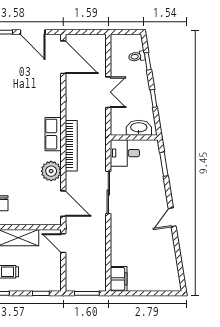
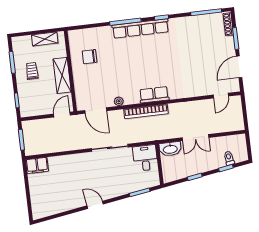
door: (63, 57) -> (221, 96), width x0.53
washbasin: (139, 128) -> (170, 149), moved, turned 90
plant: (51, 171) -> (119, 101), width x0.53, depth x0.53
door: (63, 204) -> (96, 111), hinge flipped

